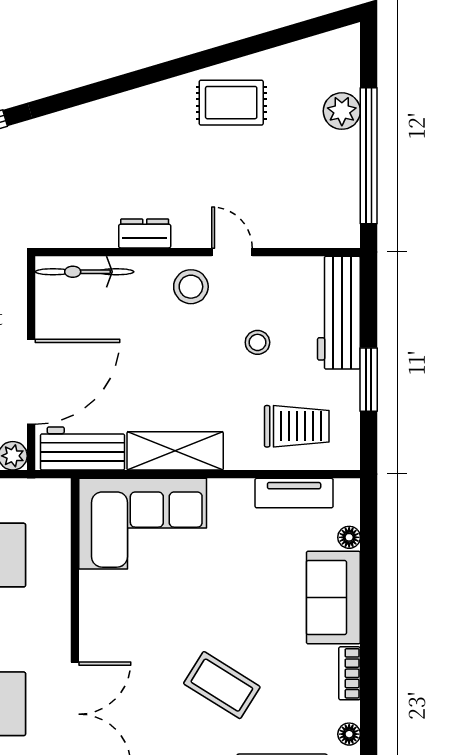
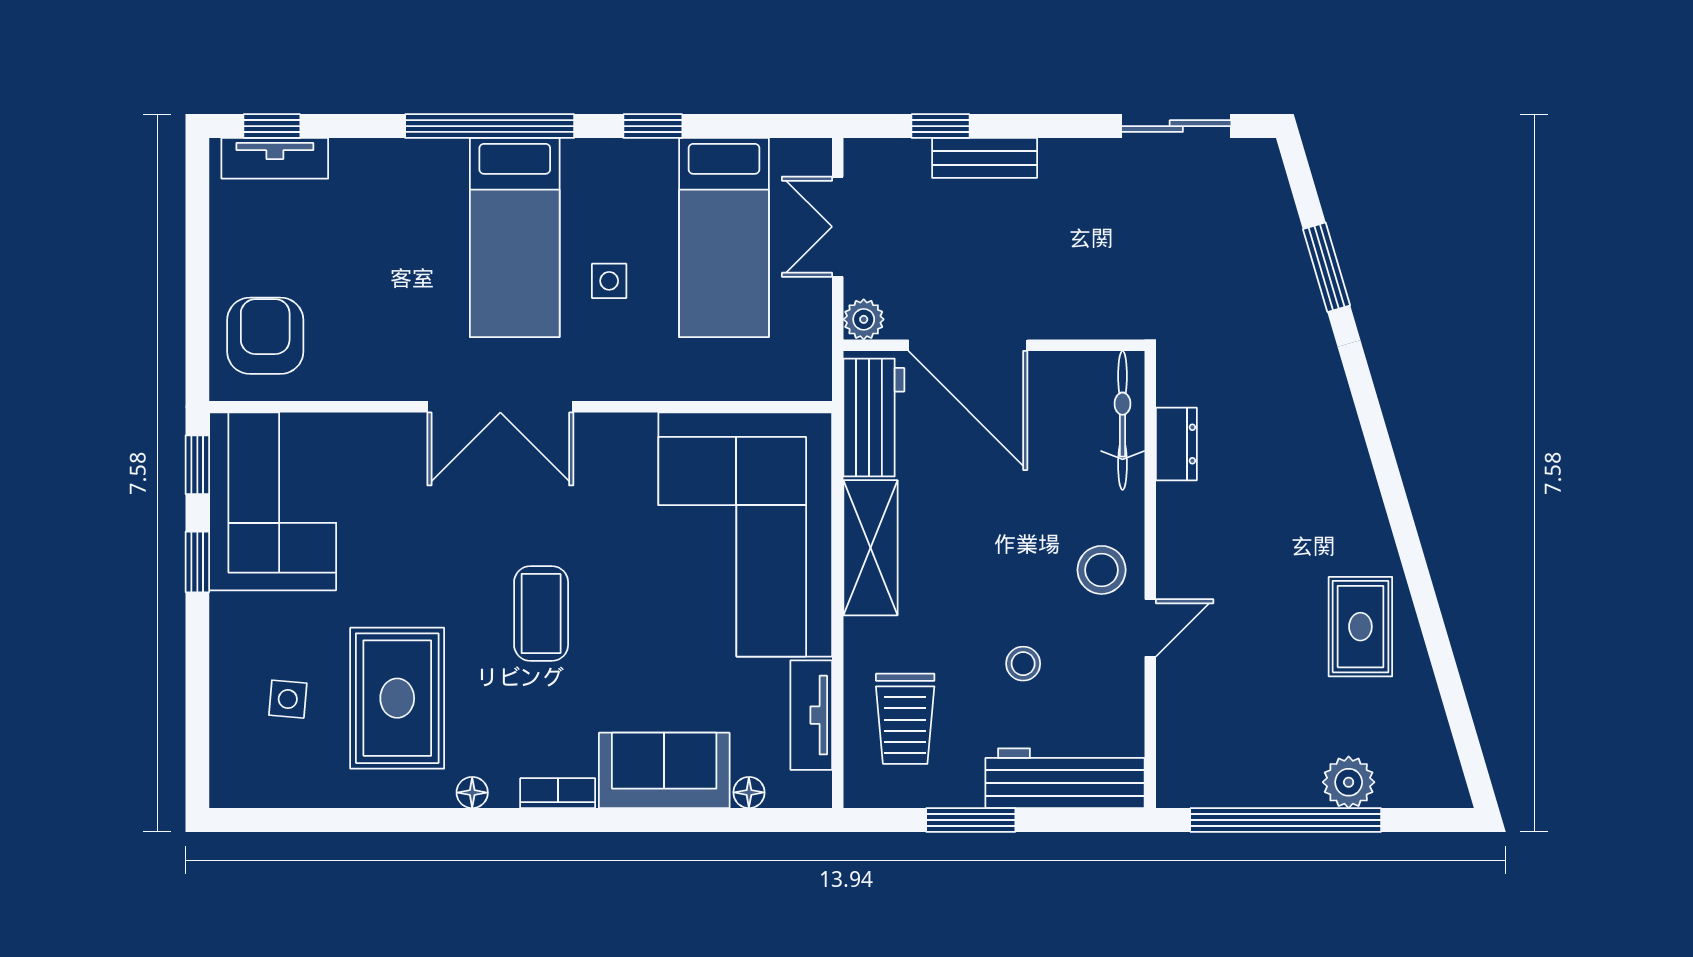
dresser: (145, 233) -> (1176, 444), moved
corner sofa: (143, 524) -> (745, 535), width x1.36, depth x1.36
coffee table: (222, 685) -> (541, 614), turned -32

